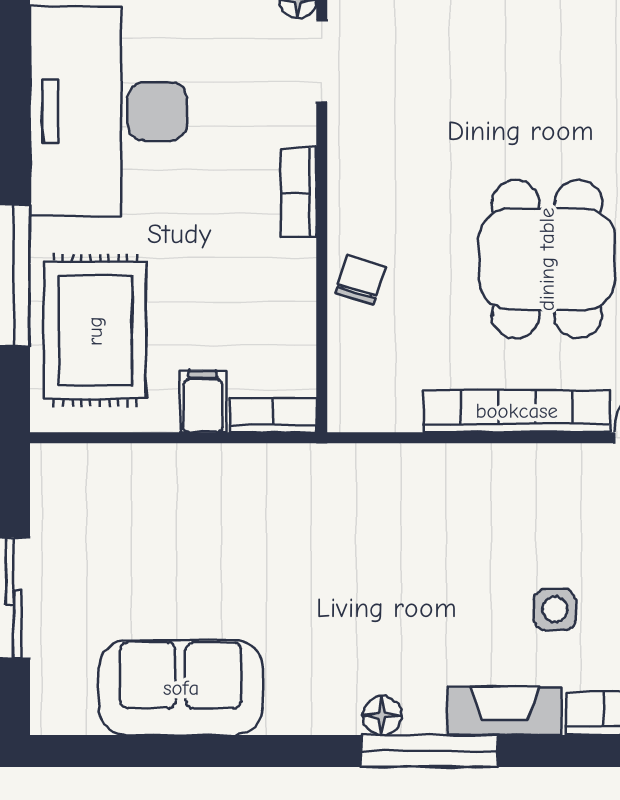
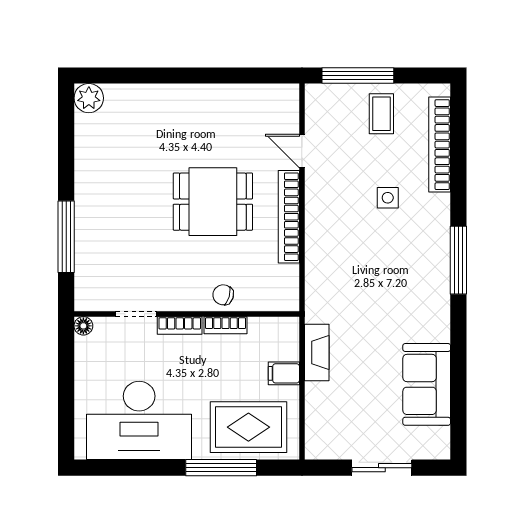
doorway: (322, 61) -> (136, 314), moved
bookcase: (273, 415) -> (226, 325), moved, turned -90
fireplace: (504, 711) -> (317, 352), moved, turned 180
floor lamp: (382, 716) -> (441, 284), removed

